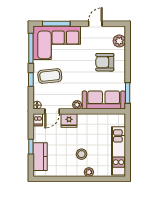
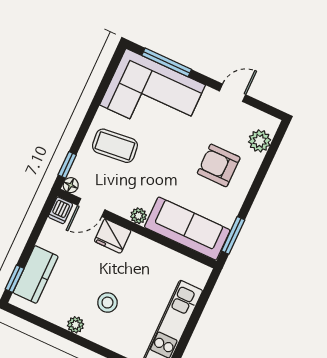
window: (31, 48) -> (104, 84), removed
window: (31, 80) -> (67, 165), moved
window: (31, 147) -> (15, 279), moved
plant: (89, 172) -> (76, 325), moved

